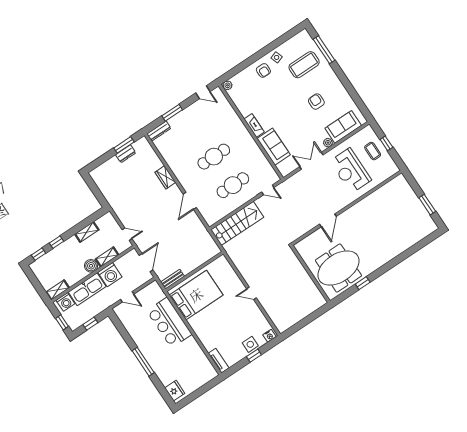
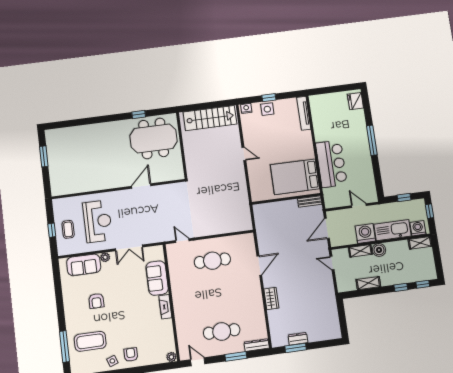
cafe table: (214, 157) -> (222, 331), moved
stairs: (237, 223) -> (210, 118), moved, turned 180
tv unit: (219, 361) -> (304, 113), width x1.41

